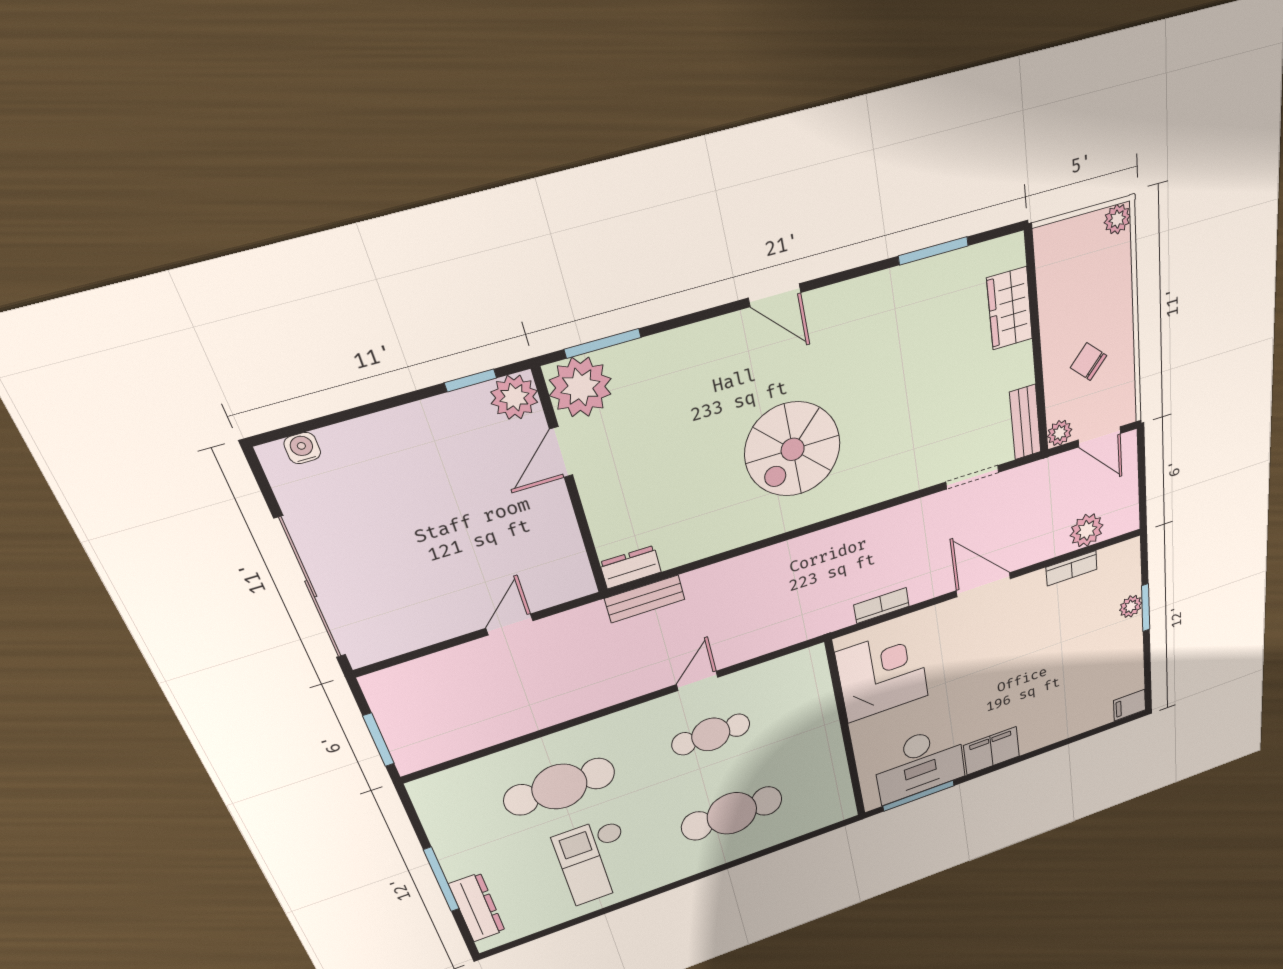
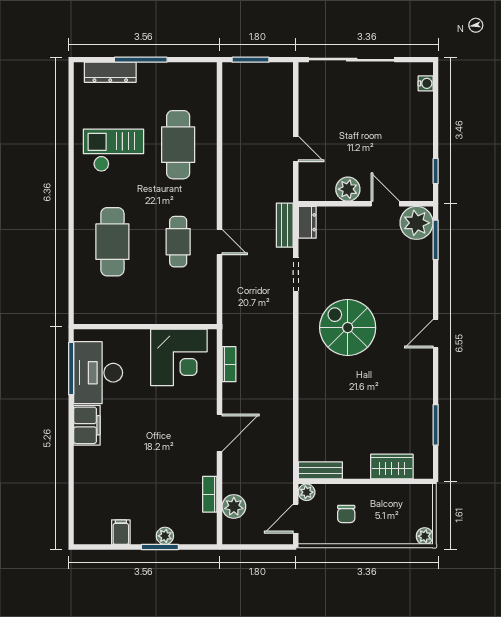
chair: (1089, 362) -> (346, 514), turned 137
plant: (514, 397) -> (348, 189), moved
doorway: (972, 477) -> (296, 274), moved
filing cabinet: (1130, 705) -> (121, 532), moved

